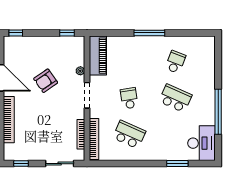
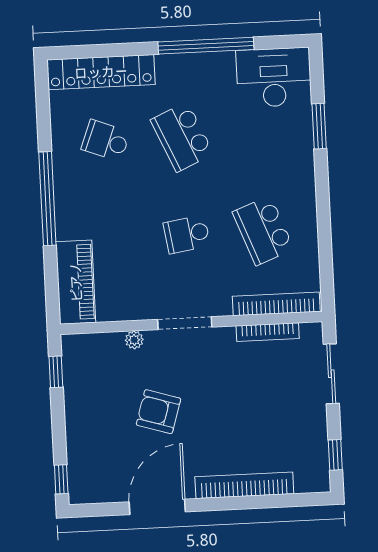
window: (149, 33) -> (47, 199), width x1.46
piano: (98, 56) -> (76, 282), moved, turned 90
locker: (208, 61) -> (101, 72), added
armchair: (46, 81) -> (158, 412), turned 142
school desk: (175, 98) -> (182, 137), turned -48
school desk: (129, 135) -> (263, 231), turned -45

